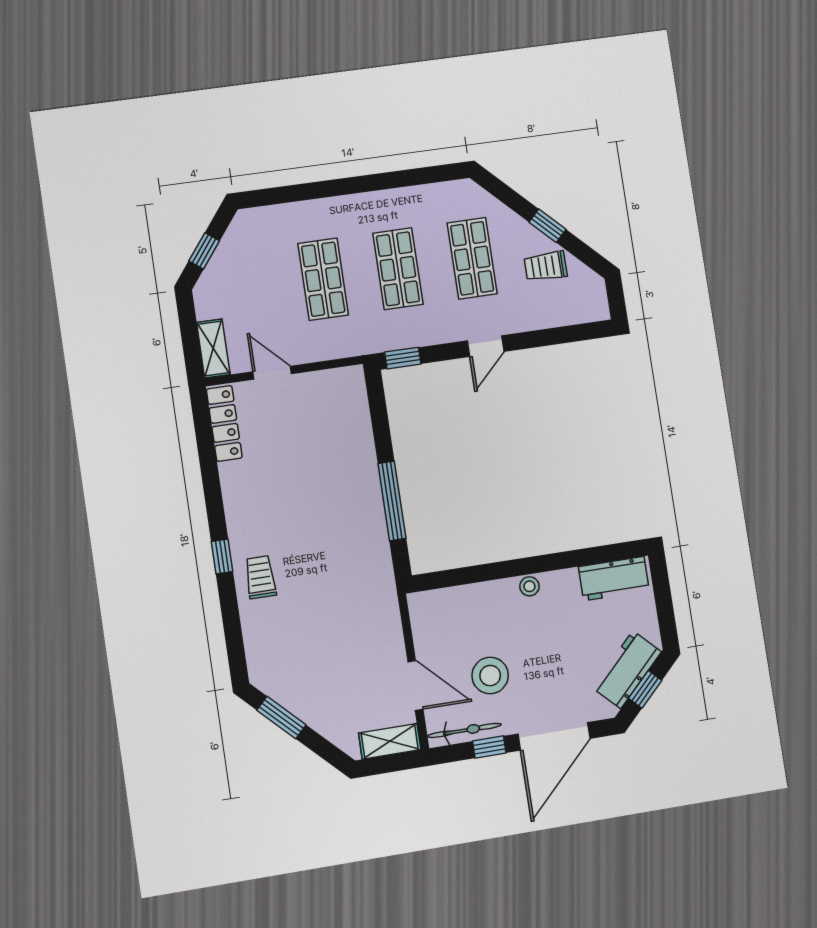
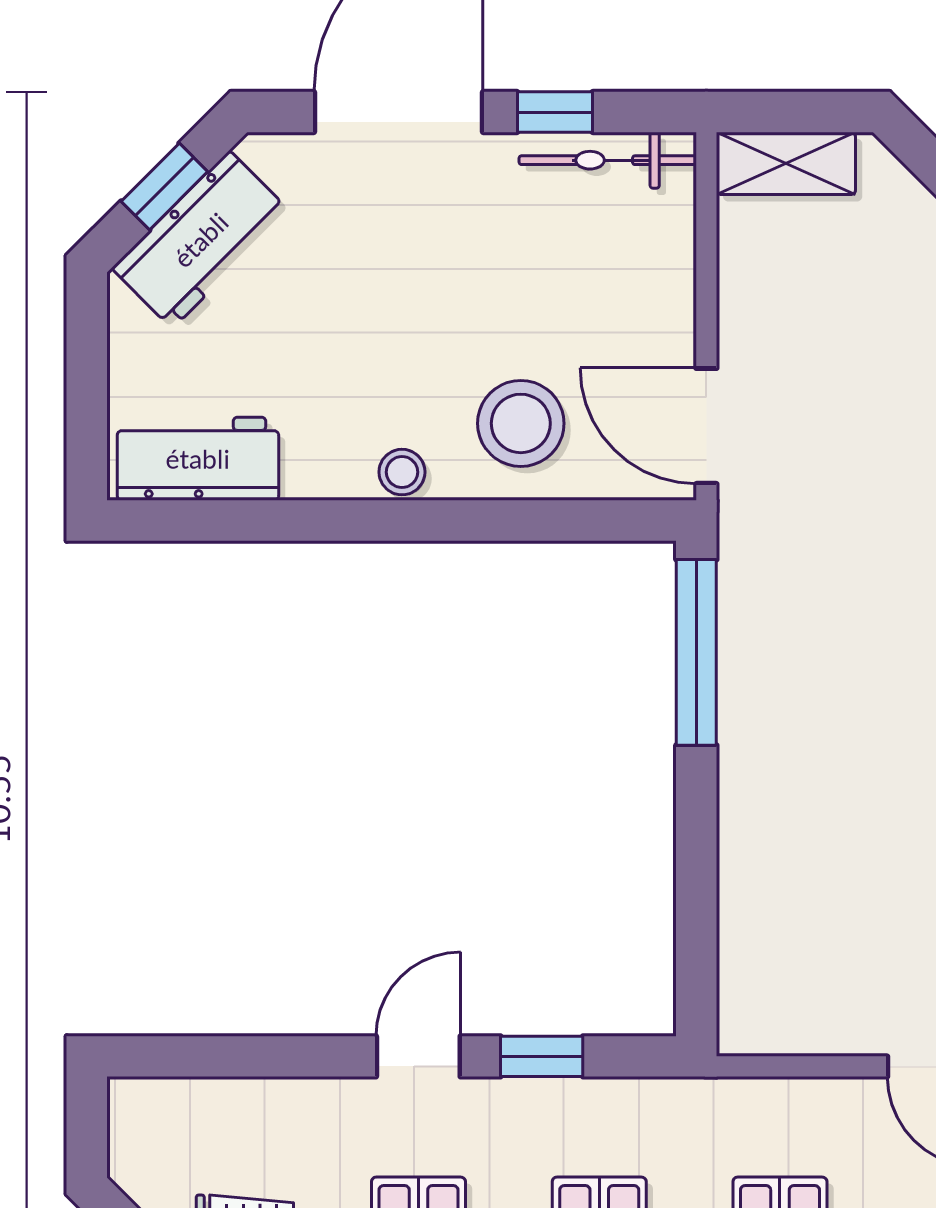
window: (403, 358) -> (542, 1056), moved
window: (392, 501) -> (696, 652), moved
stool: (490, 676) -> (521, 423), moved
door: (415, 685) -> (706, 426), moved

